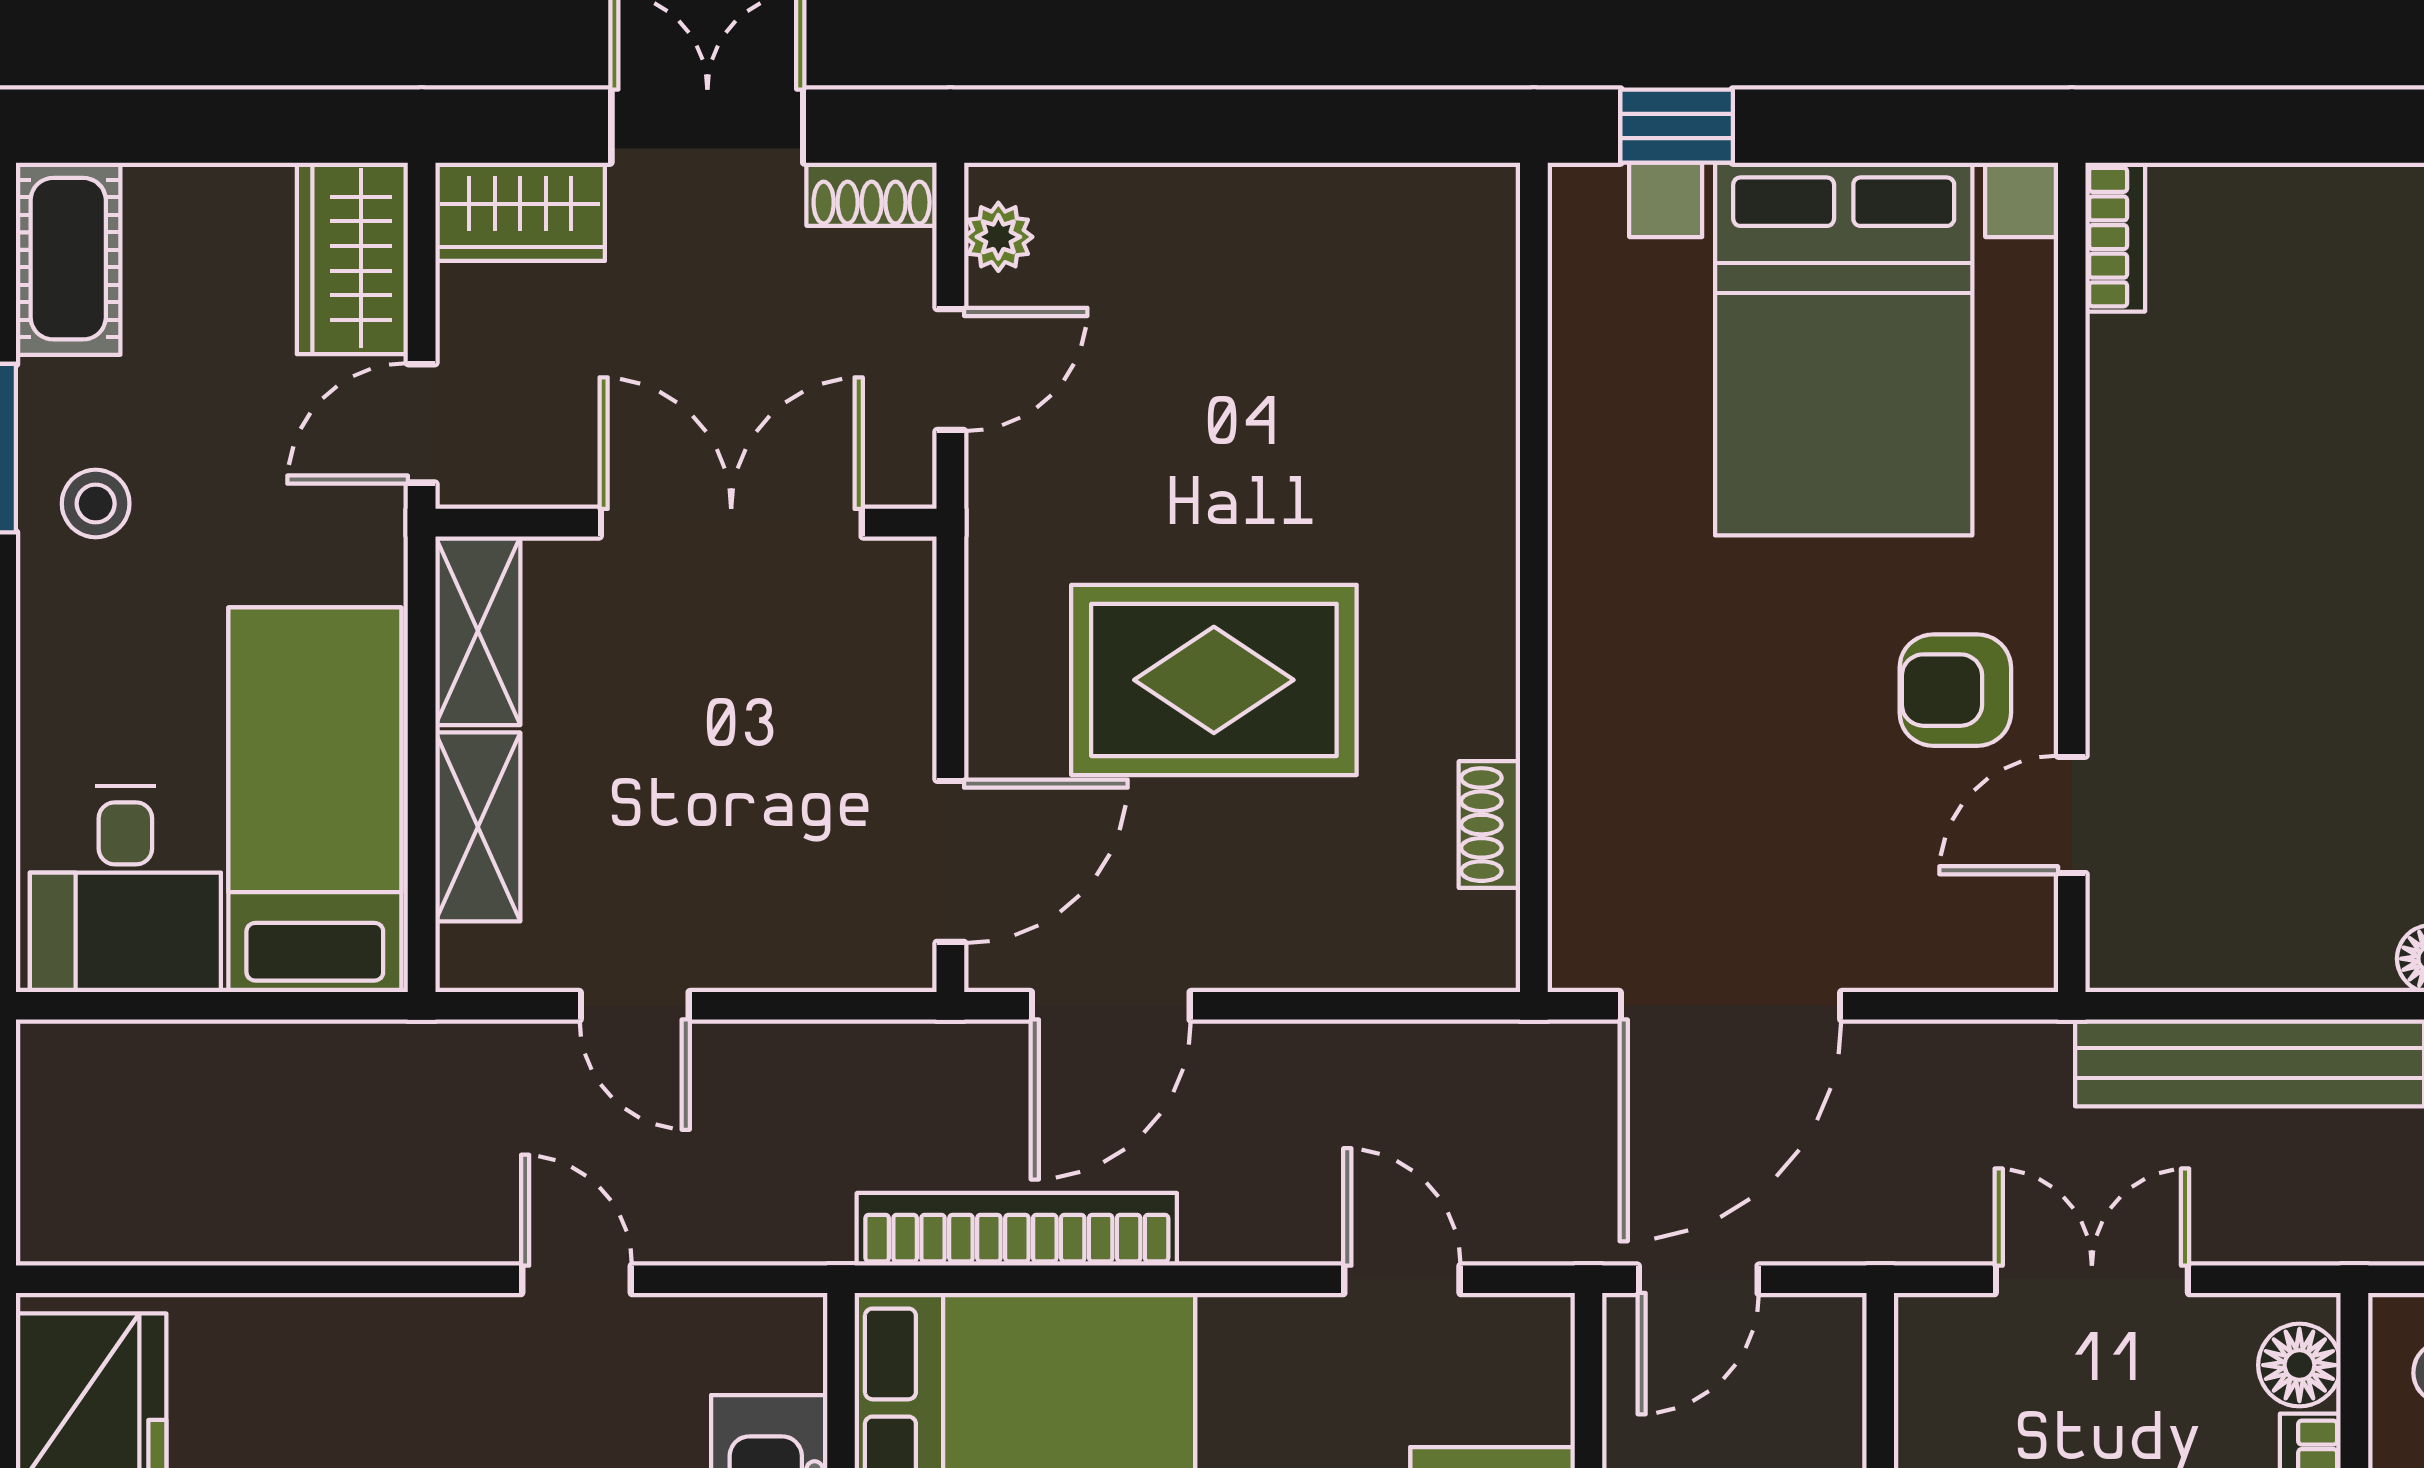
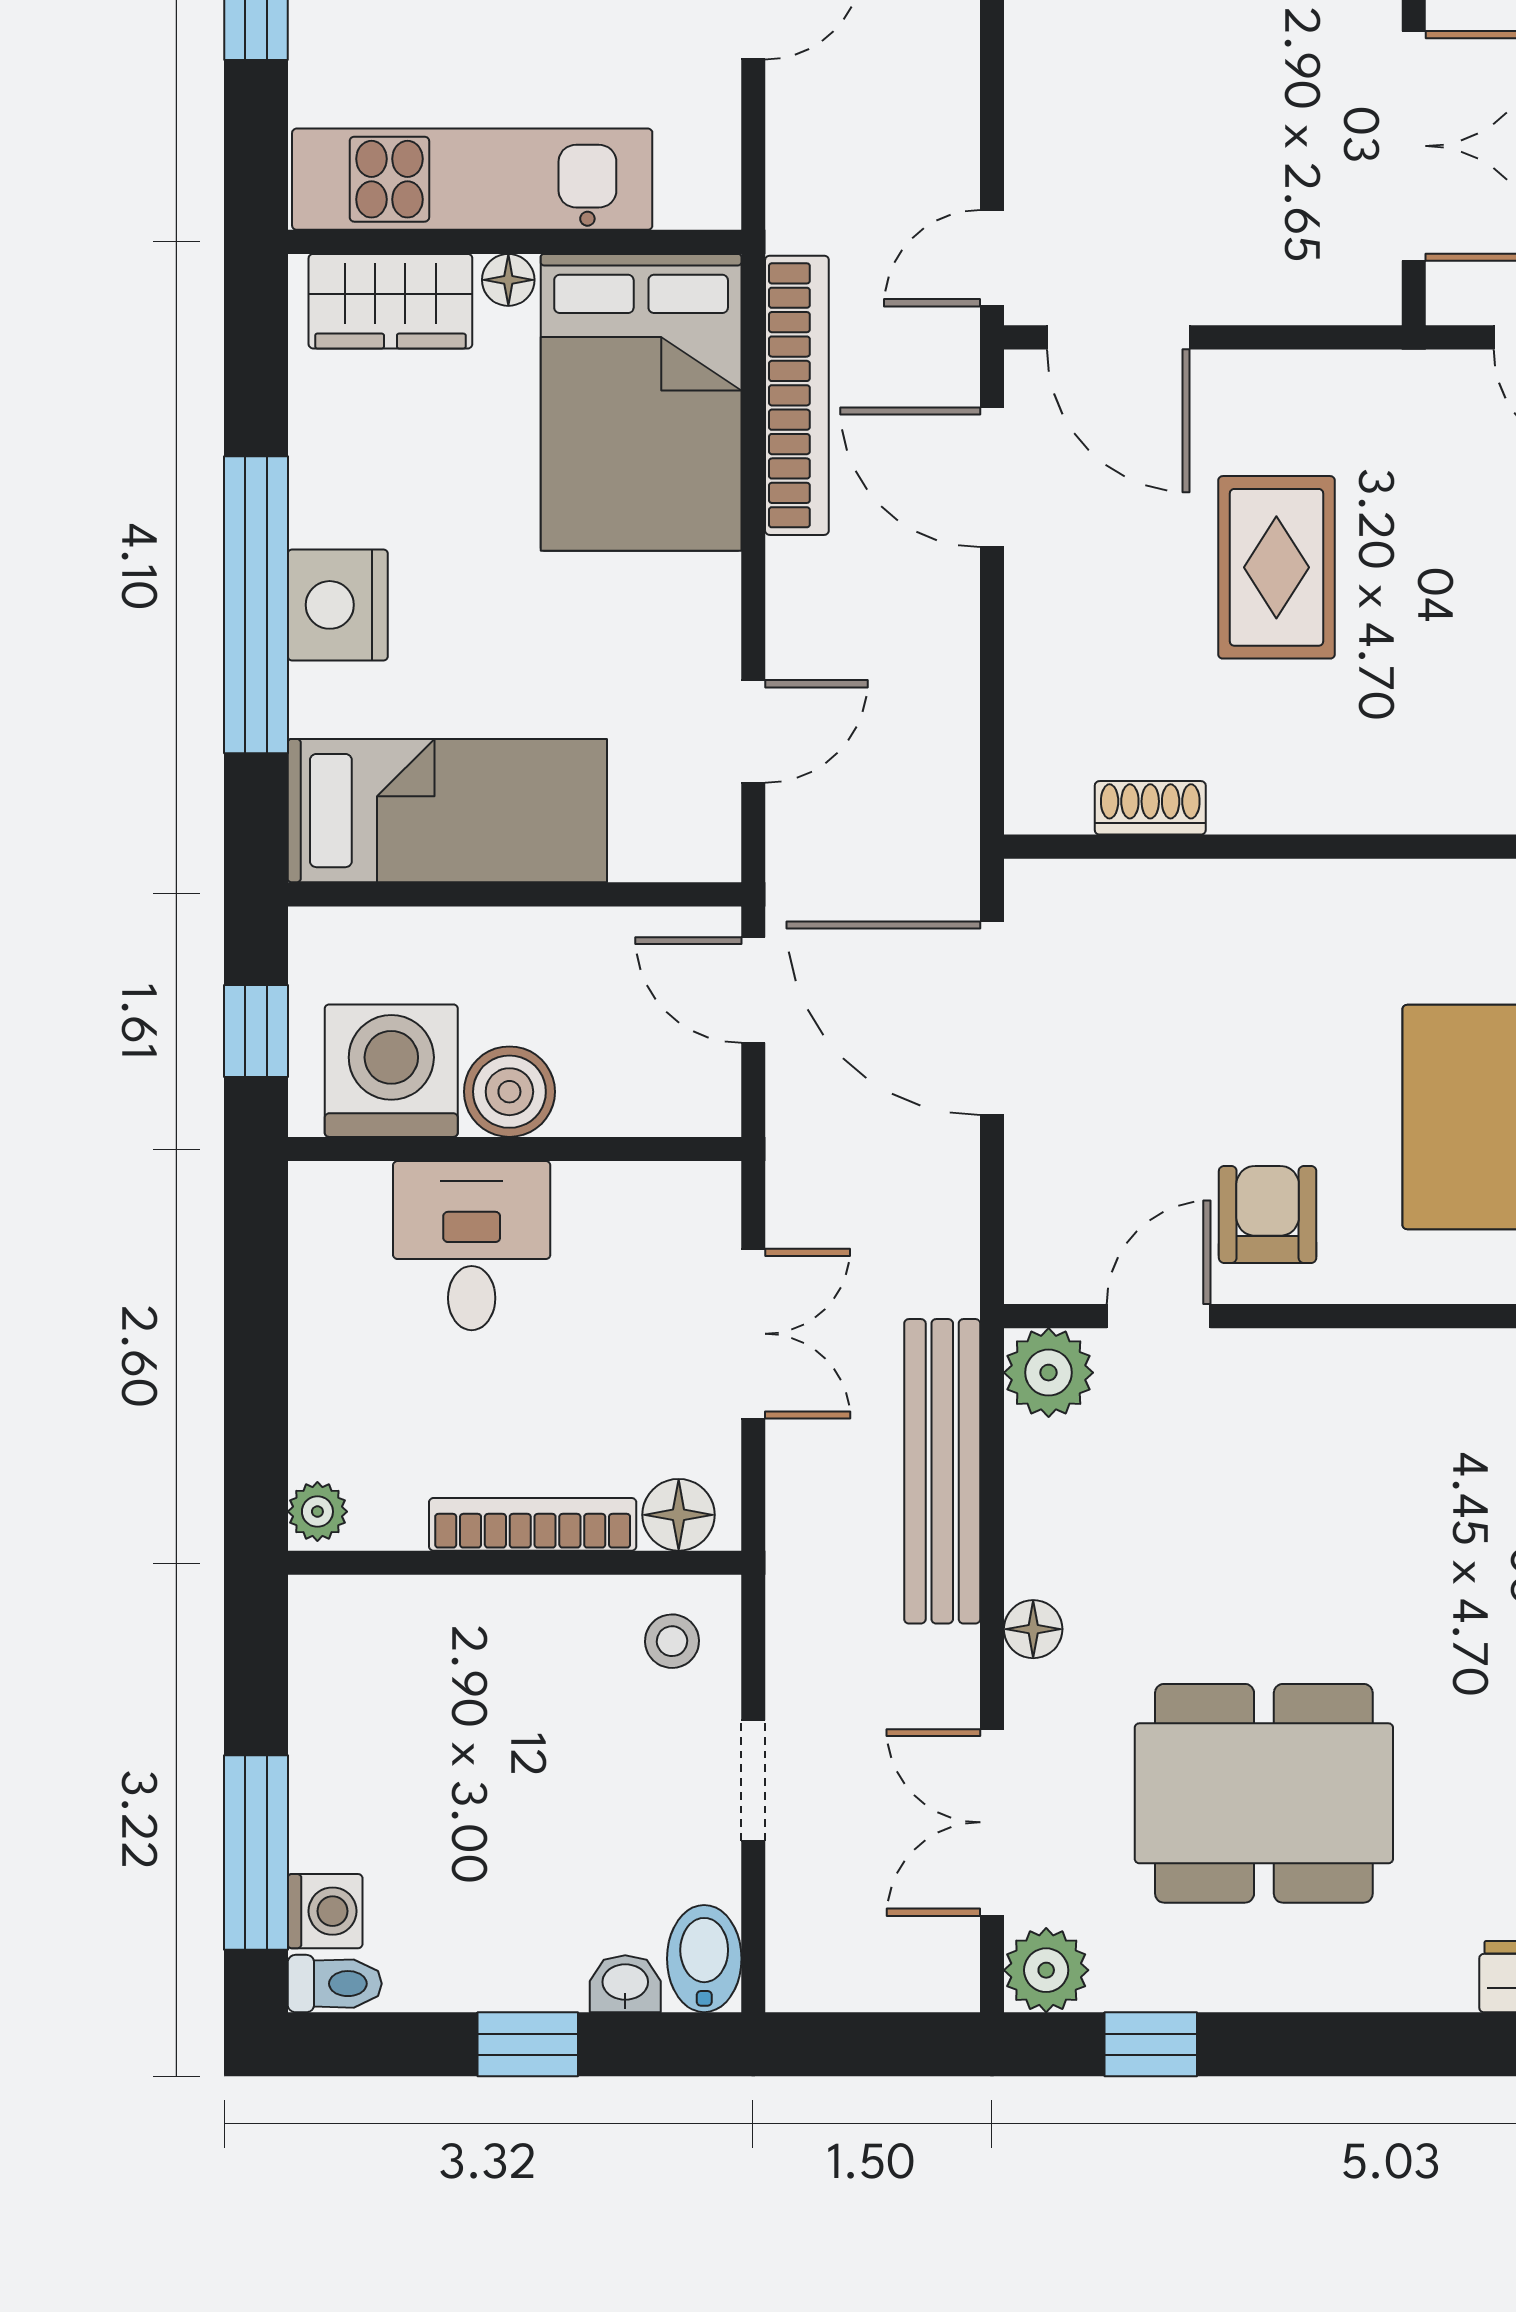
rug: (1214, 680) -> (1276, 567), width x0.73, depth x0.70
door: (2072, 815) -> (1159, 1316), hinge flipped
plant: (2136, 941) -> (1049, 1373), added
door: (635, 1006) -> (992, 258), moved

